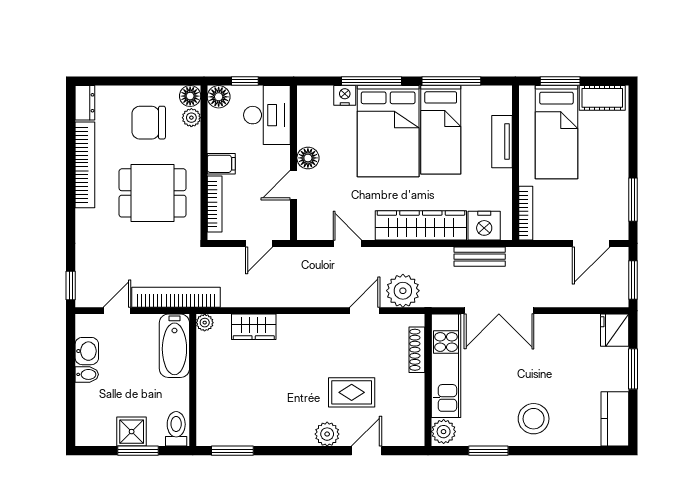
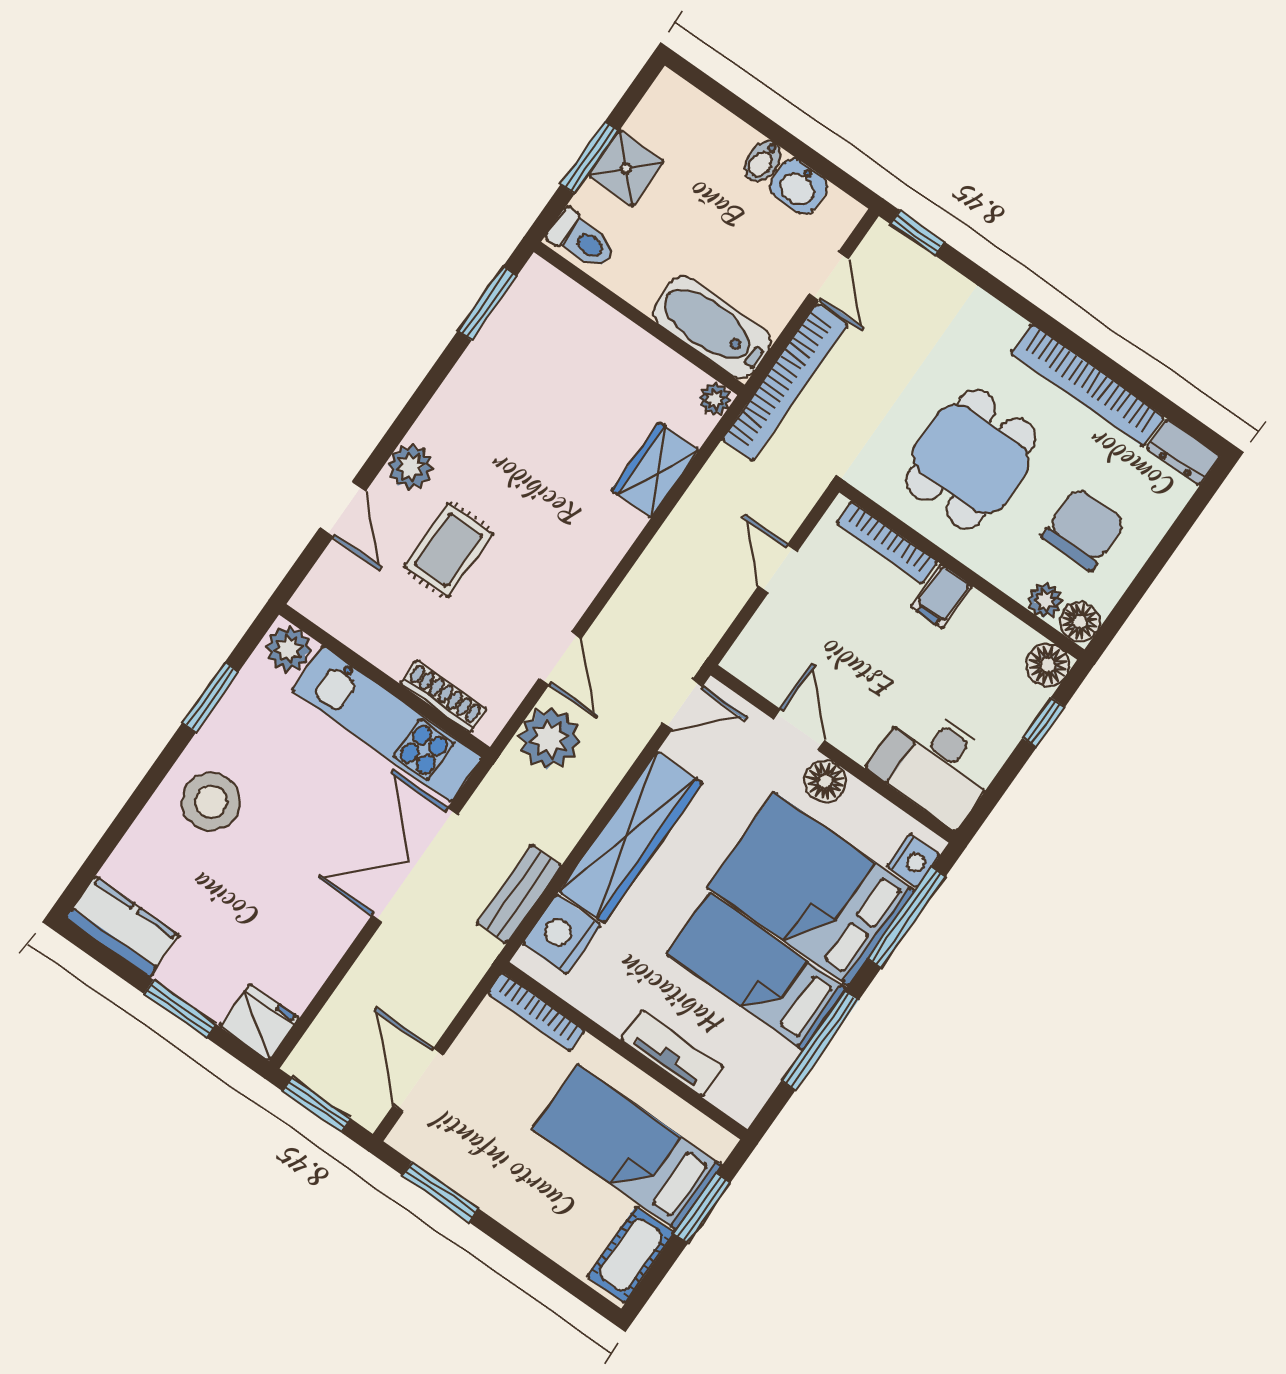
desk: (267, 115) -> (936, 764), moved
floor lamp: (308, 158) -> (825, 781), moved
wall: (294, 163) -> (833, 754), moved
door: (294, 185) -> (799, 730), moved

